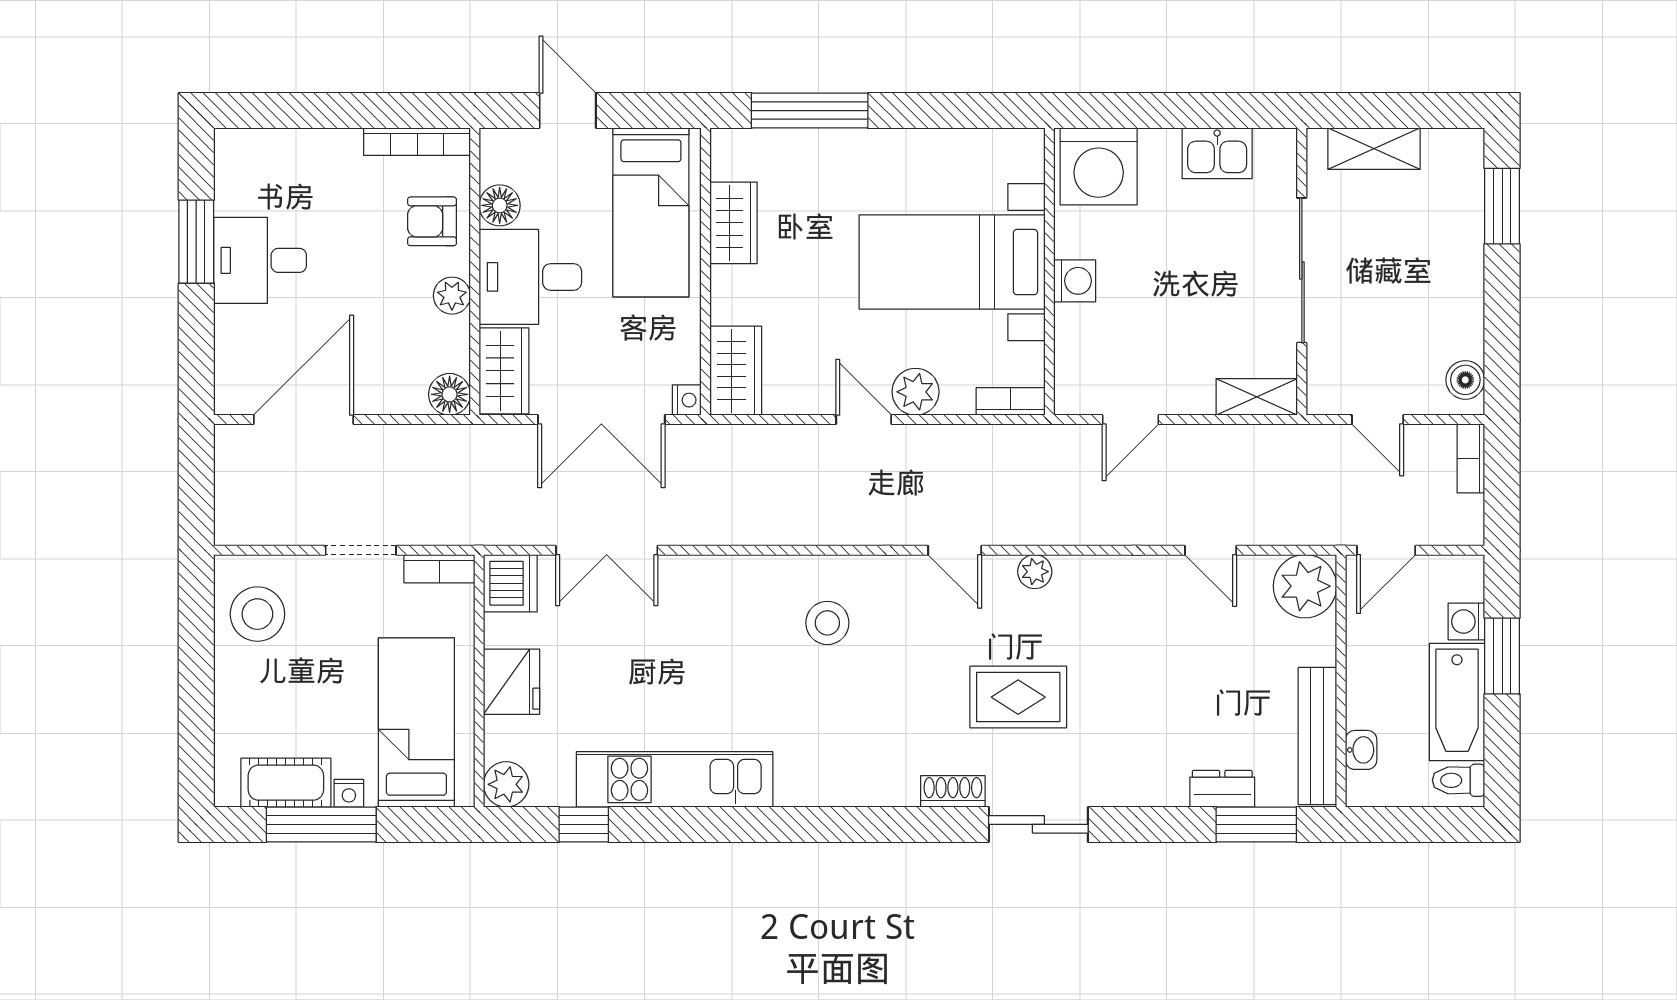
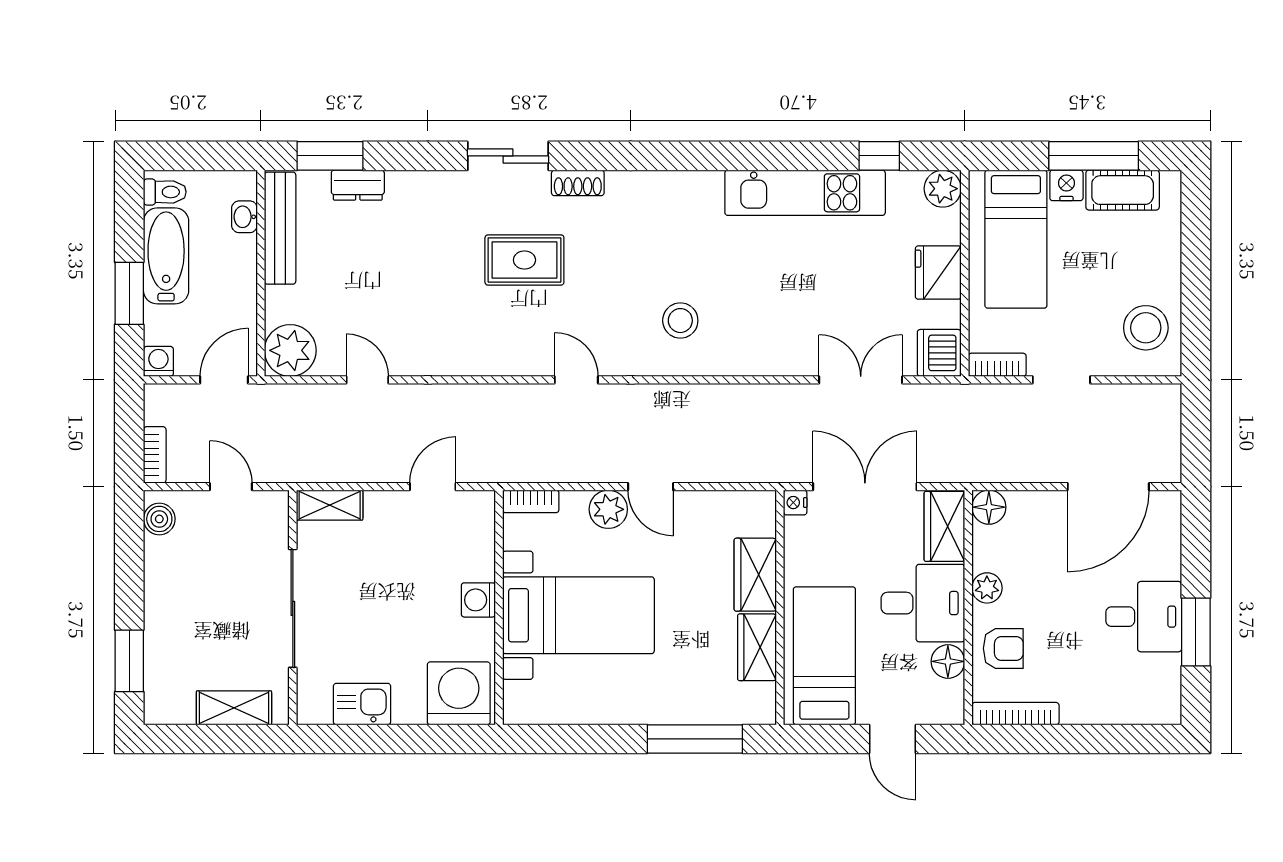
wardrobe: (736, 371) -> (755, 575), moved
plant: (1035, 572) -> (511, 362), removed
washing machine: (1466, 622) -> (158, 361), moved, turned -90
nightstand: (349, 793) -> (1066, 185), width x1.39, depth x1.35

